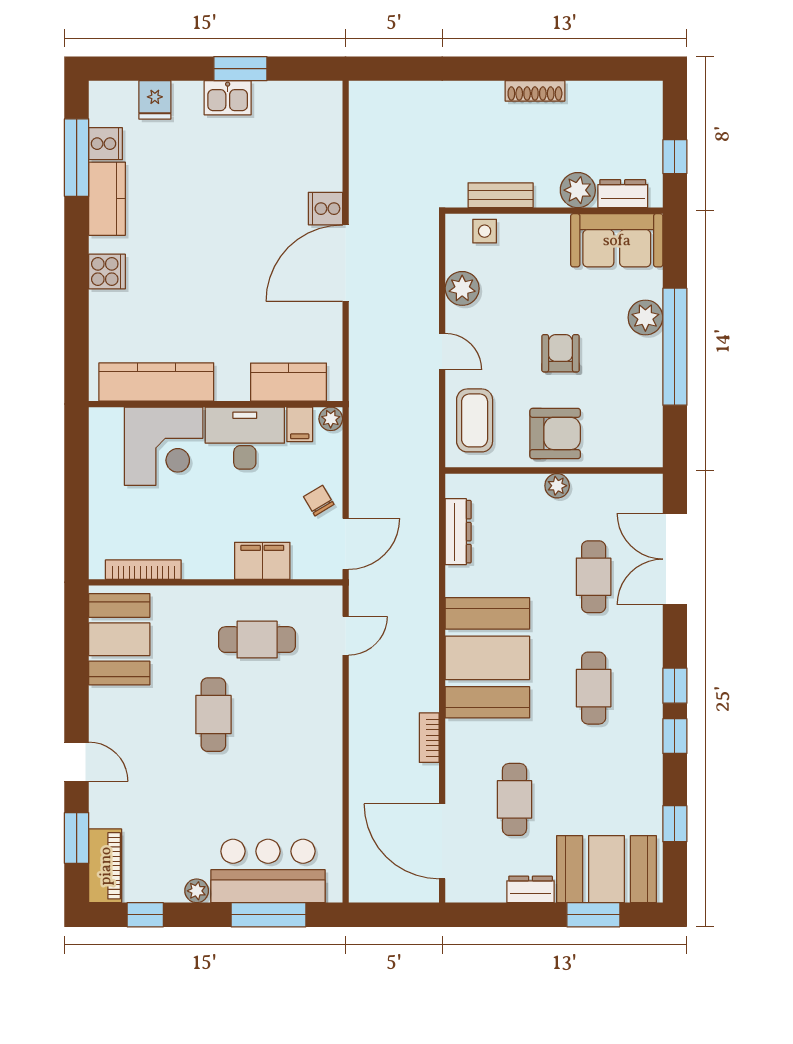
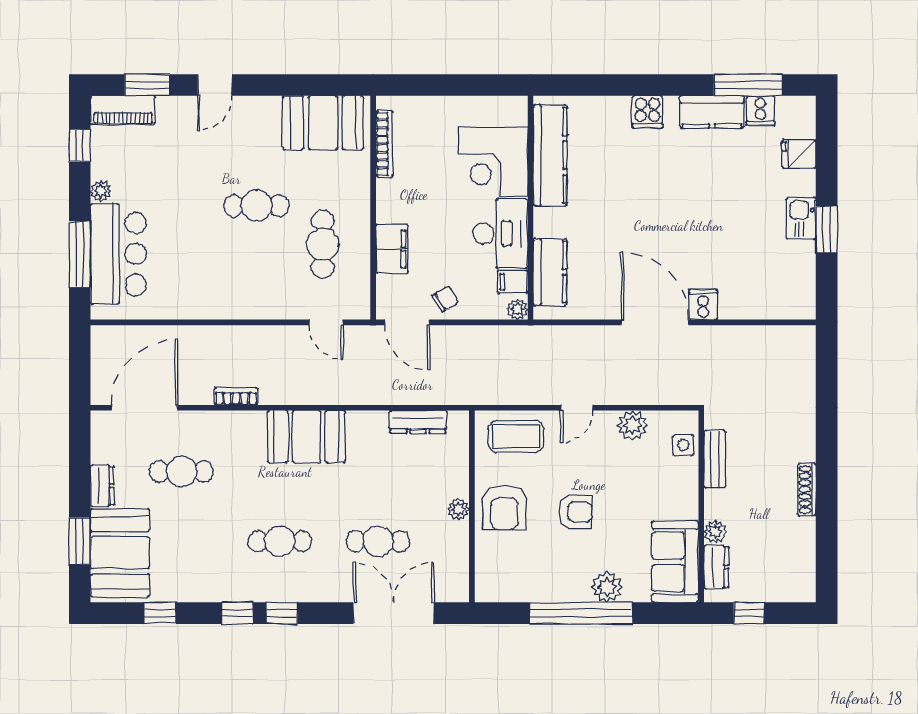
plant: (578, 190) -> (715, 532), width x0.73, depth x0.73
booth: (487, 658) -> (306, 437), width x0.73, depth x0.70

